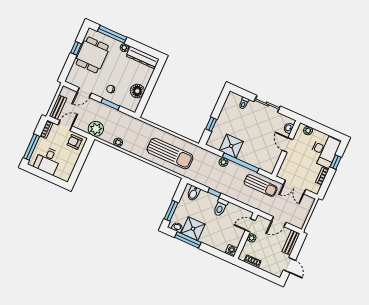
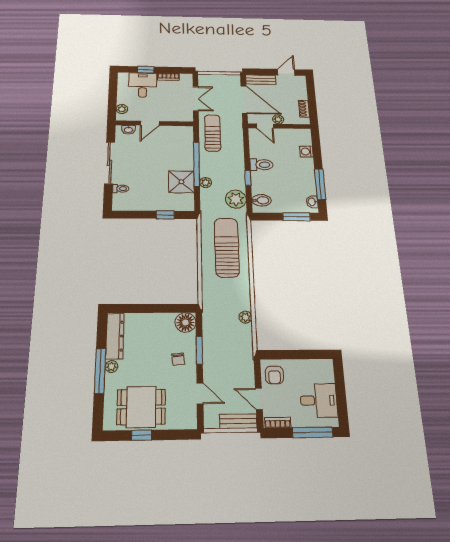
window: (112, 34) -> (100, 371), moved
floor lamp: (137, 91) -> (185, 322), moved
sliding door: (267, 104) -> (110, 163), width x1.37
plant: (96, 129) -> (236, 199), moved
desk: (325, 151) -> (143, 85), width x0.73
door: (279, 222) -> (244, 100), width x1.87
shower: (193, 229) -> (304, 184), removed
washing machine: (231, 251) -> (306, 151), moved

